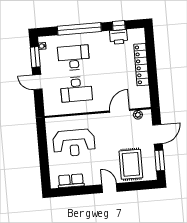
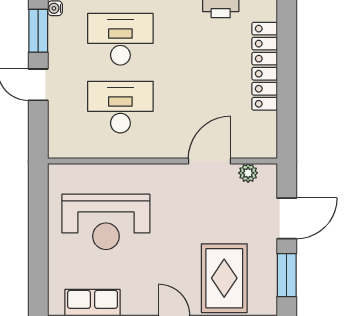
desk: (76, 89) -> (120, 107), turned 180

